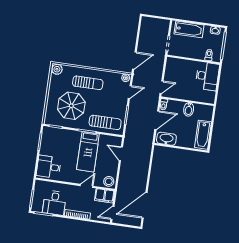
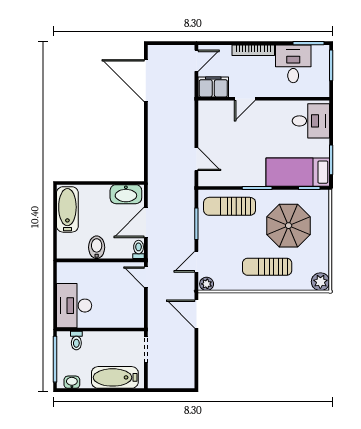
door: (134, 61) -> (196, 314), hinge flipped
door: (162, 87) -> (146, 277), hinge flipped
bed: (88, 152) -> (298, 172), moved, turned -90
stool: (109, 181) -> (210, 111), removed
door: (145, 205) -> (146, 81), swing flipped

